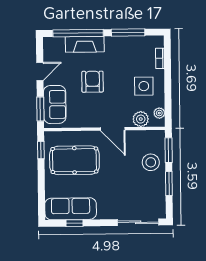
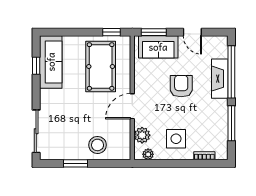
armchair: (93, 82) -> (181, 86), turned -90
window: (169, 150) -> (110, 163), removed

